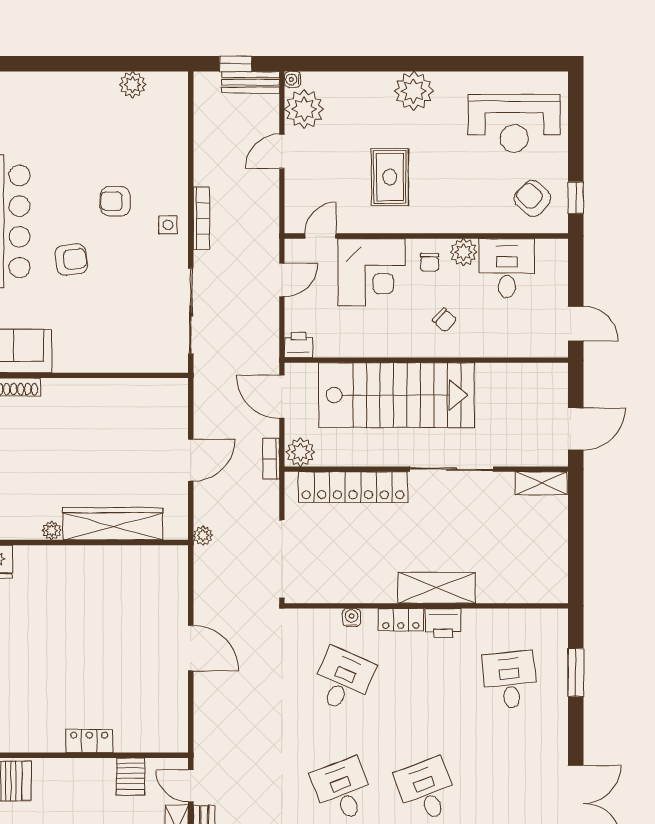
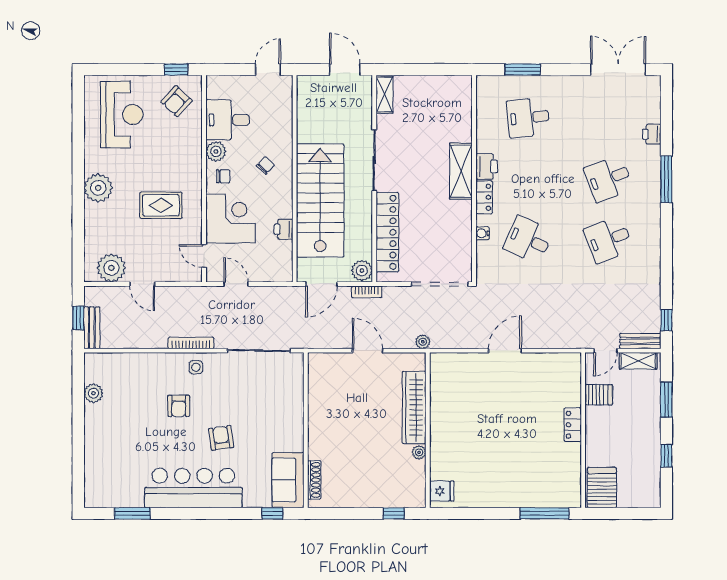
water cooler: (293, 79) -> (90, 276), removed
bench: (251, 82) -> (92, 328), moved
printer: (298, 345) -> (284, 229), moved

